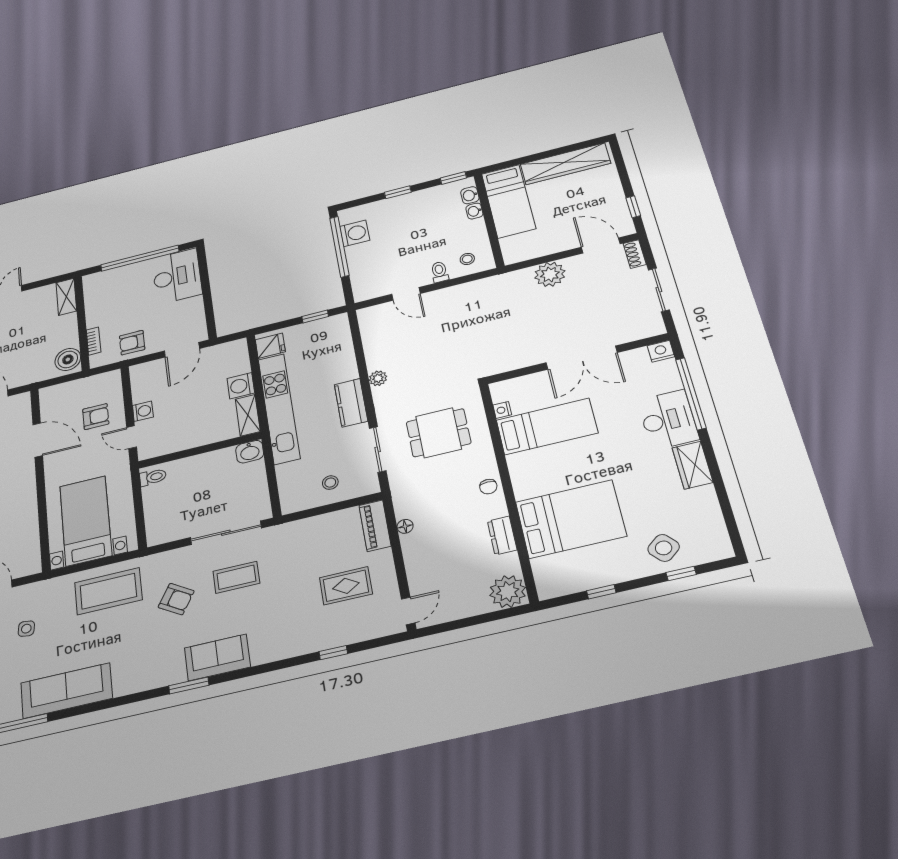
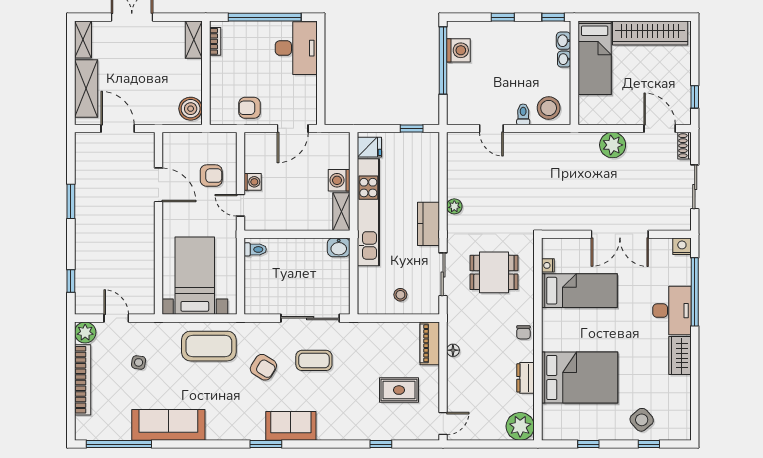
stool: (467, 259) -> (549, 108), width x1.89, depth x1.89
bookcase: (94, 341) -> (215, 41), moved

